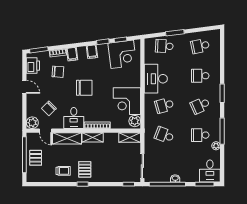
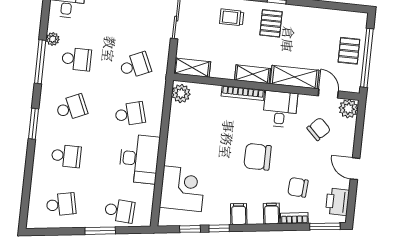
corner desk: (122, 54) -> (183, 189), moved, turned 97
corner desk: (127, 101) -> (190, 127), removed
school desk: (164, 135) -> (135, 65), turned -45
trolley: (63, 171) -> (232, 17), moved

